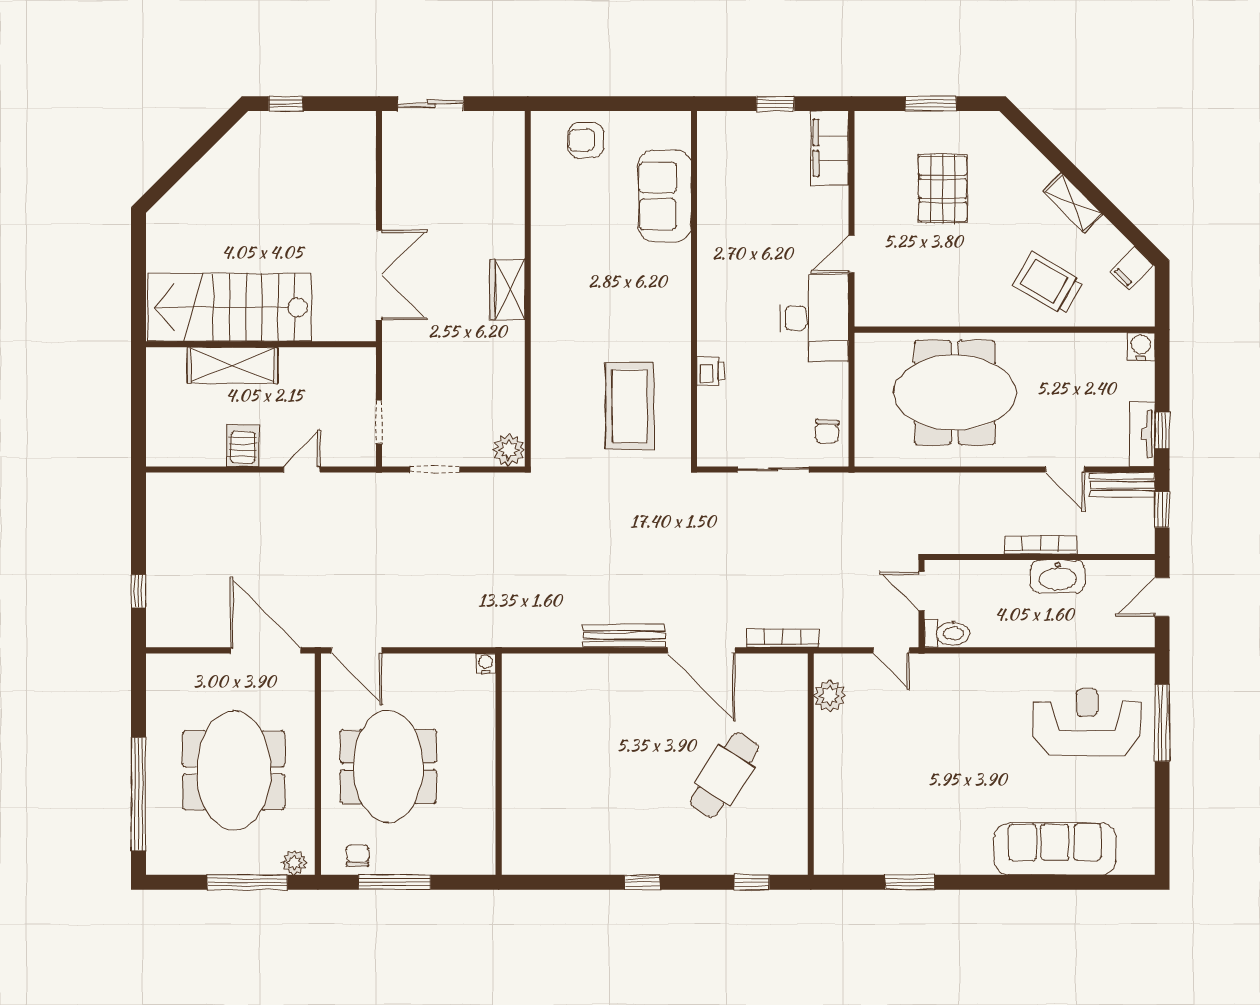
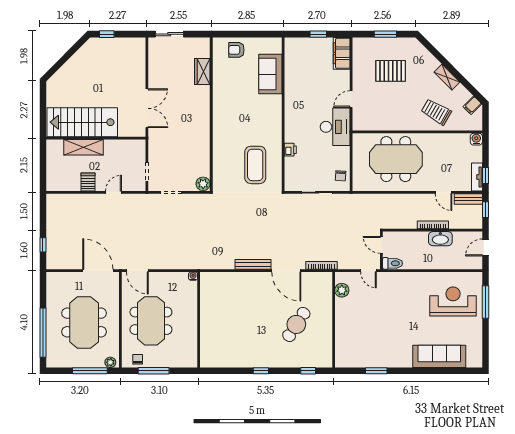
pallet: (943, 189) -> (391, 71), turned 90
wardrobe: (507, 289) -> (202, 72), moved

